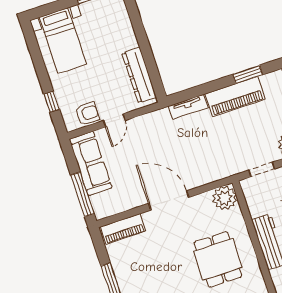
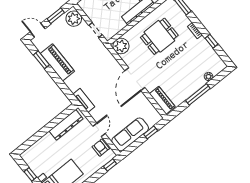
window: (52, 102) -> (110, 165), moved
tv unit: (188, 107) -> (84, 100), moved
door: (114, 121) -> (99, 130), hinge flipped
window: (82, 194) -> (151, 132), width x0.46

